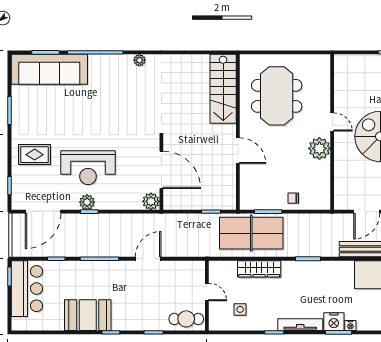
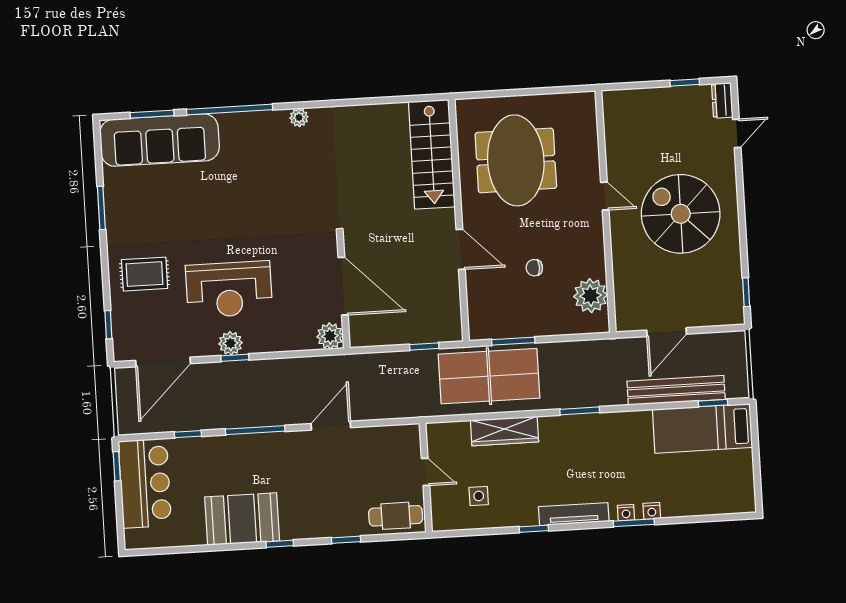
plant: (319, 148) -> (591, 296), moved
chair: (293, 198) -> (534, 268), moved
nightstand: (334, 322) -> (626, 513), width x0.53, depth x0.56

